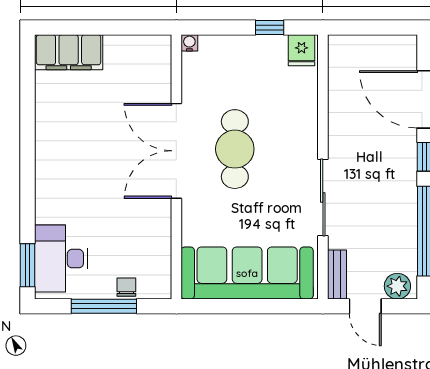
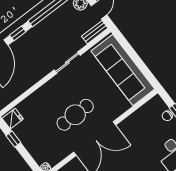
sliding door: (323, 198) -> (67, 63), width x0.73

